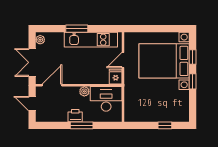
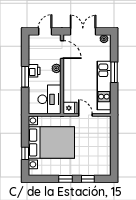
bed with nightstands: (164, 61) -> (51, 142), moved, turned 90
plant: (84, 91) -> (56, 68), moved

